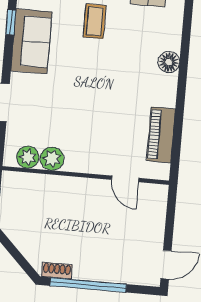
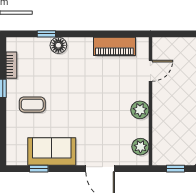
window: (185, 48) -> (46, 34), added
plant: (52, 159) -> (140, 110), moved

